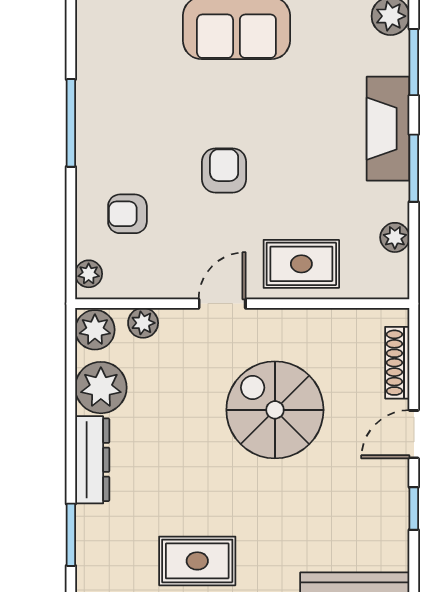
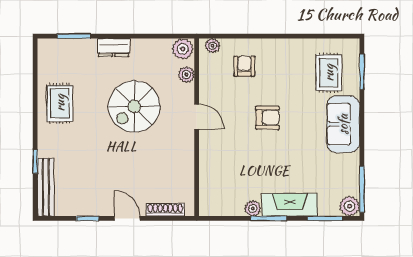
window: (71, 123) -> (293, 36), removed
plant: (395, 237) -> (253, 208), moved
rug: (301, 264) -> (329, 73), moved
plant: (101, 388) -> (152, 52), removed
spiral stairs: (275, 410) -> (134, 106), moved, turned 180
dresser: (92, 460) -> (114, 47), width x0.70

